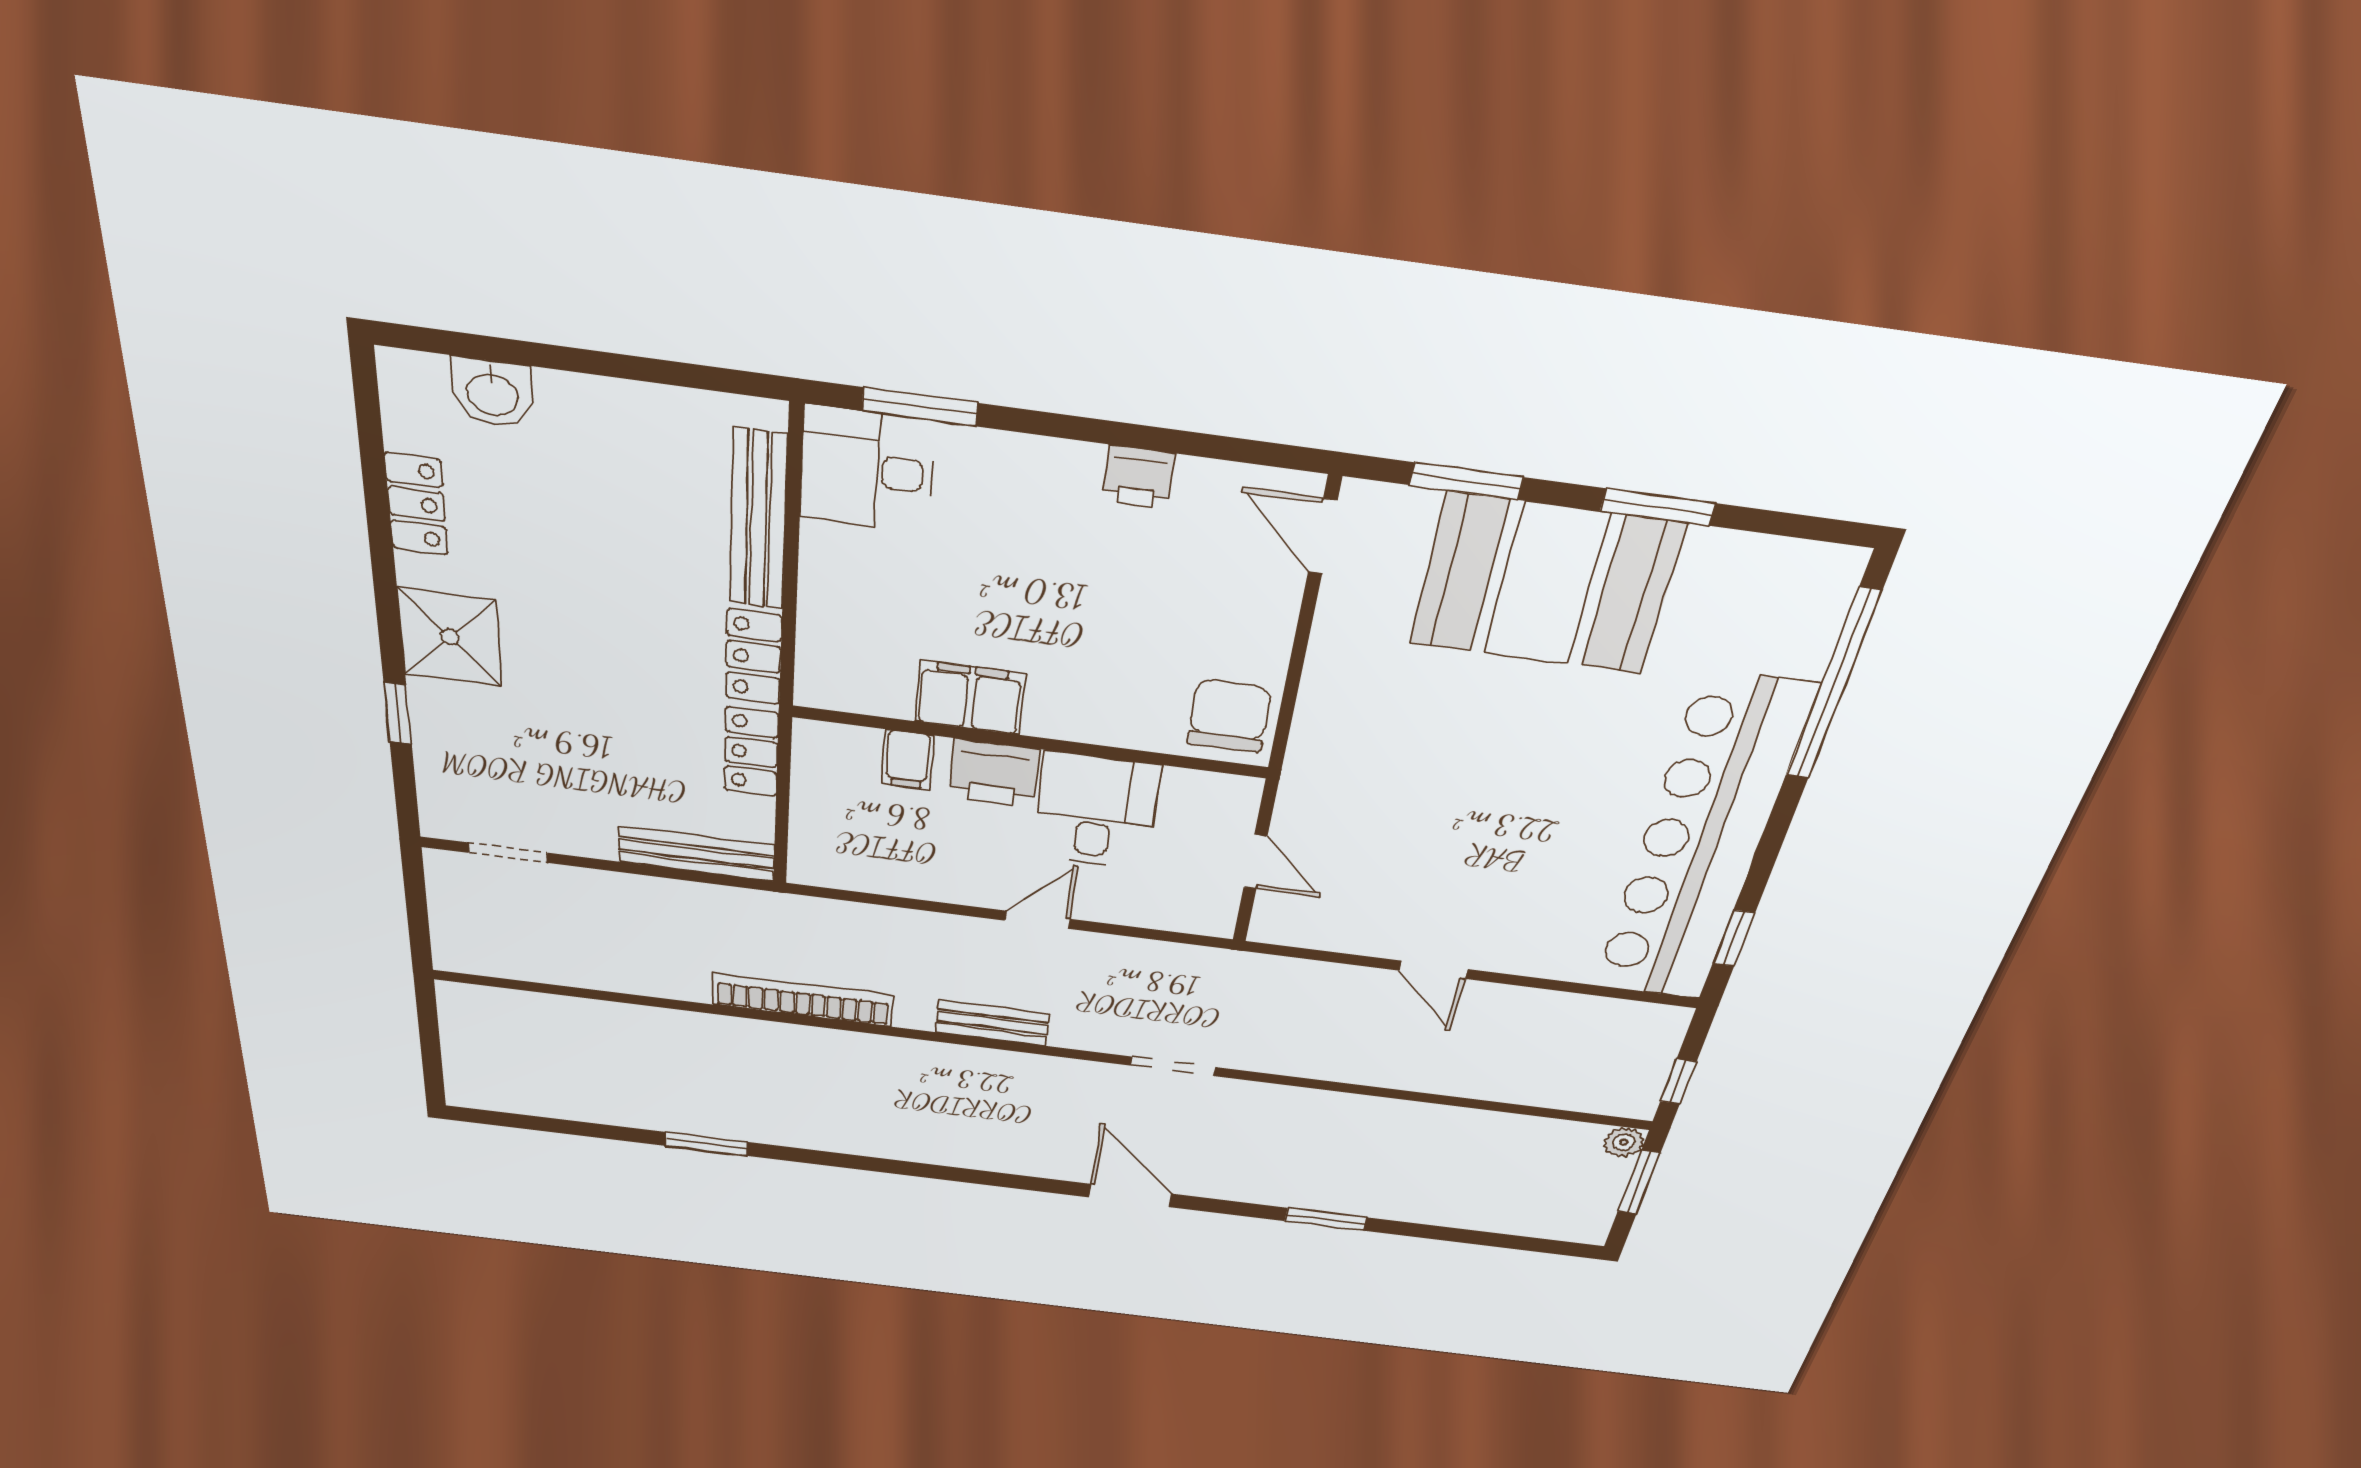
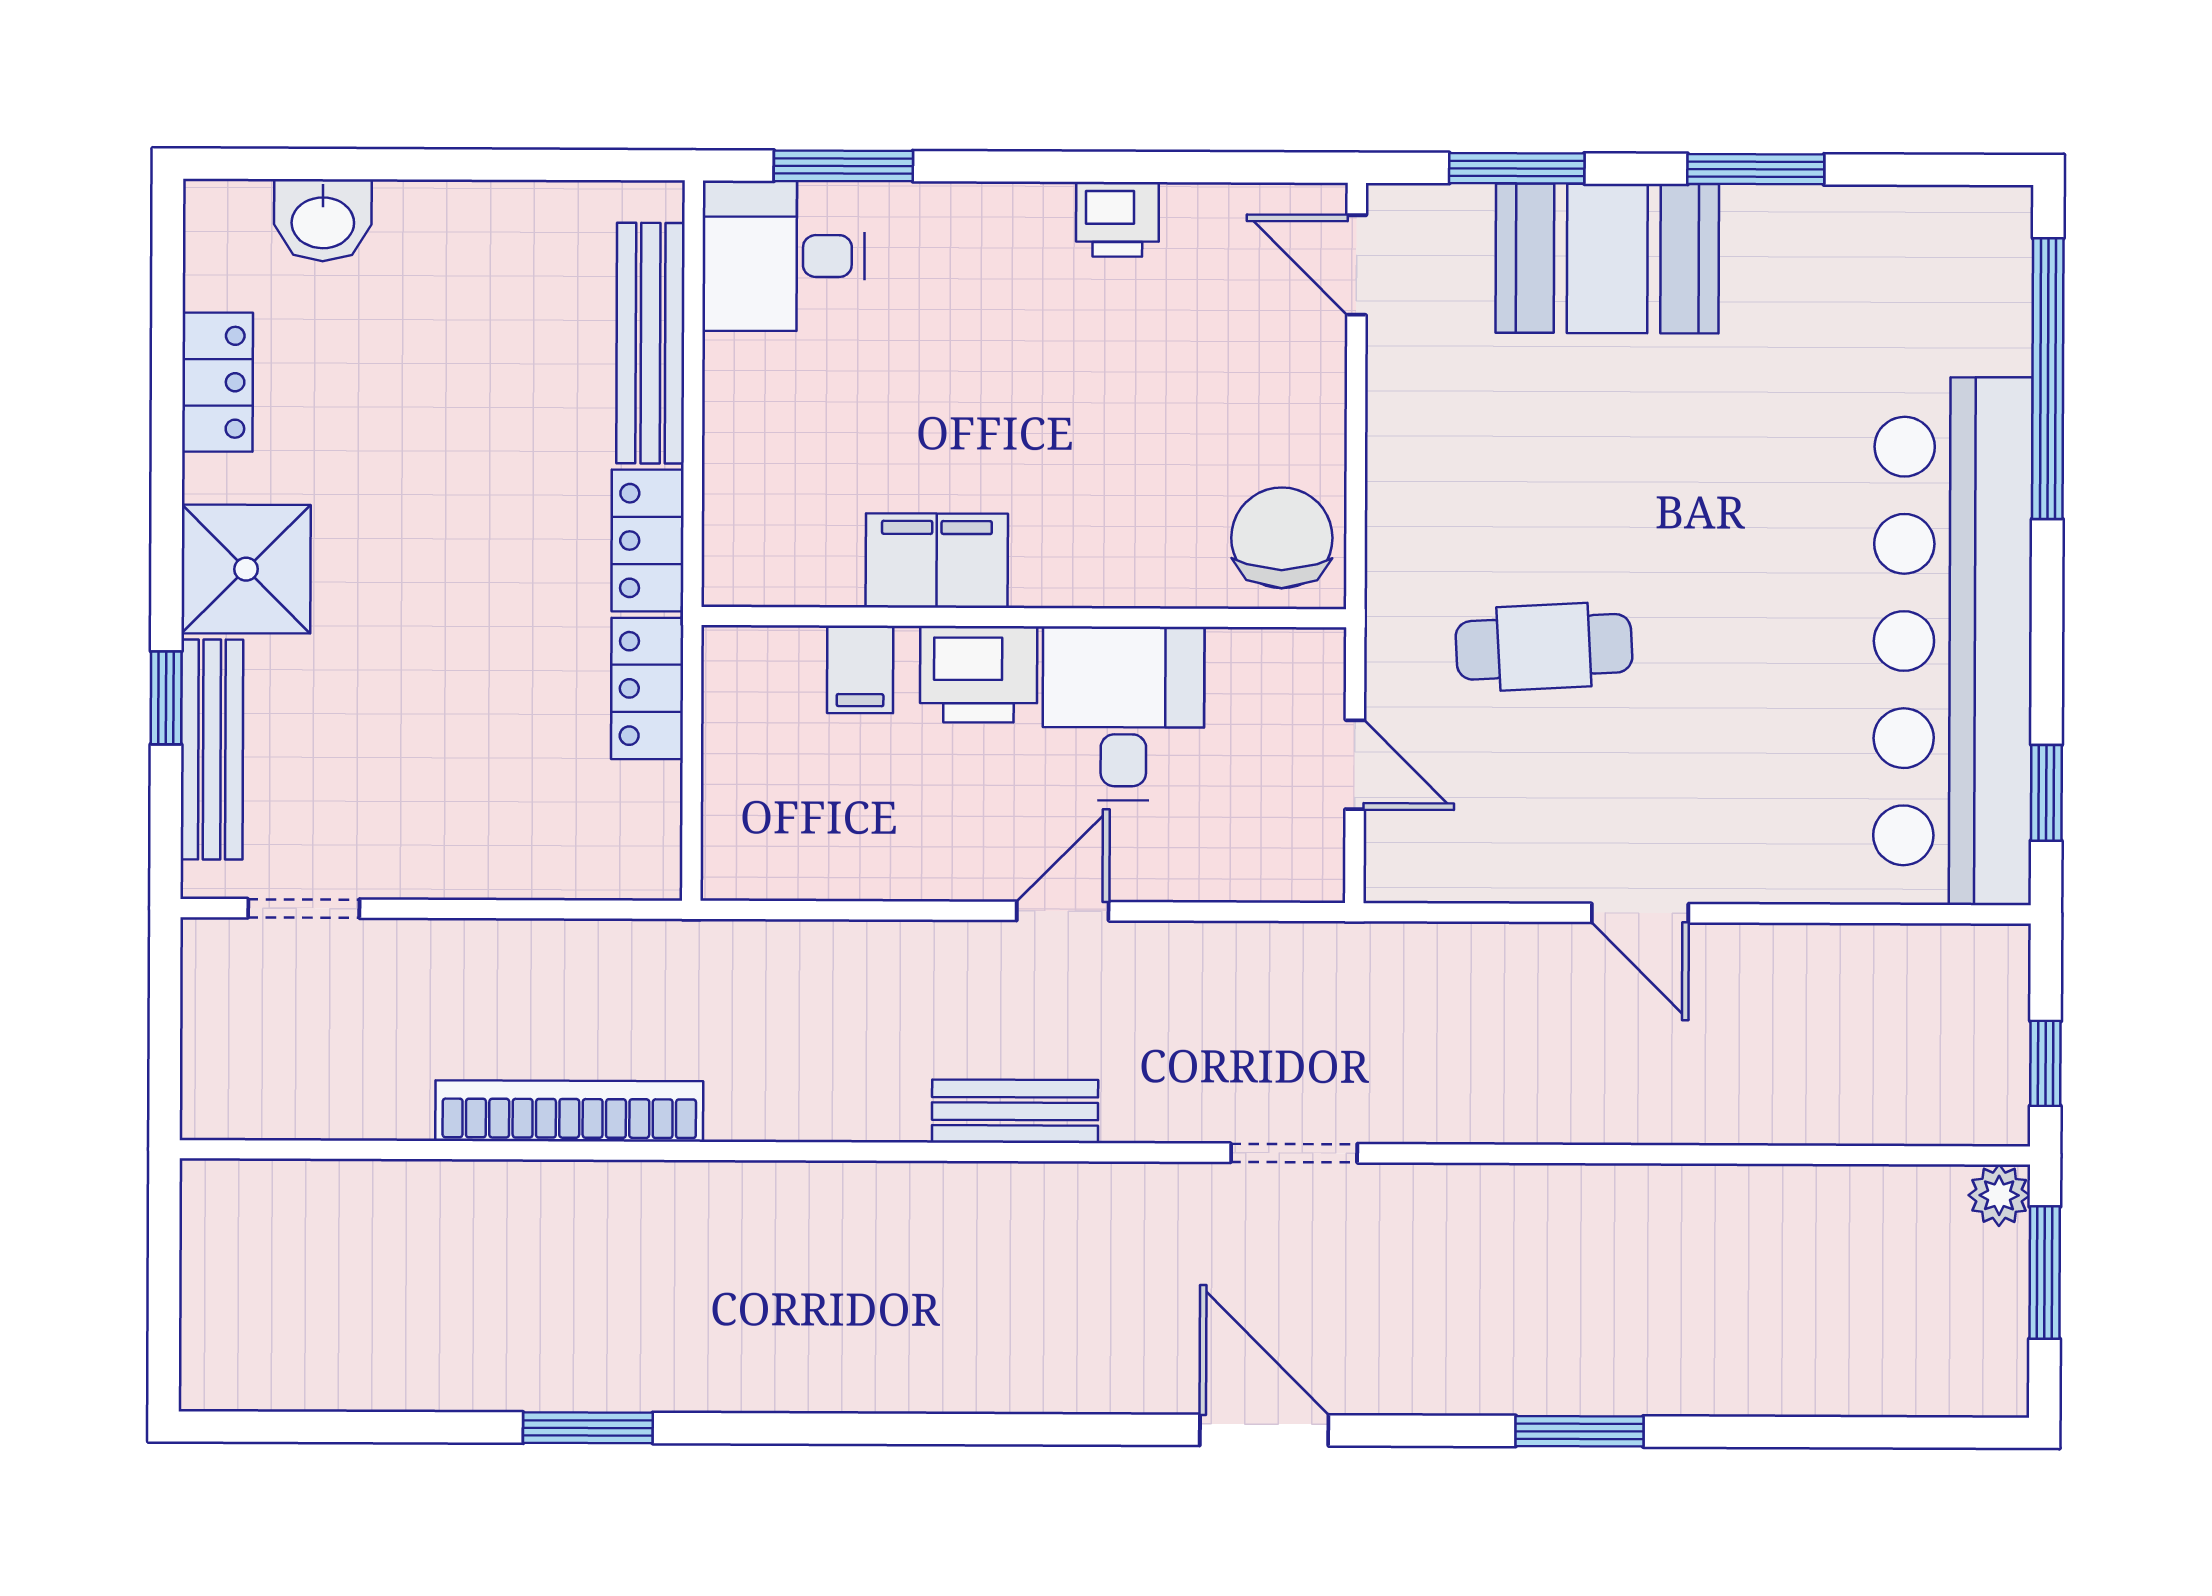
booth: (1546, 584) -> (1607, 258), width x0.73, depth x0.70
cafe table: (1406, 809) -> (1544, 647), added
bench: (696, 854) -> (212, 750), moved, turned 90
bookcase: (803, 1000) -> (569, 1111), moved

